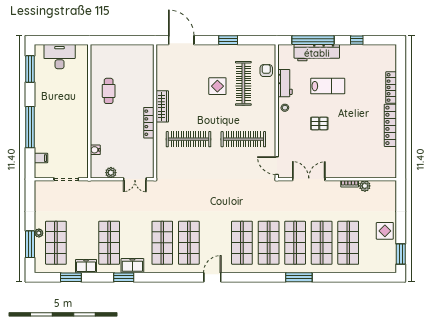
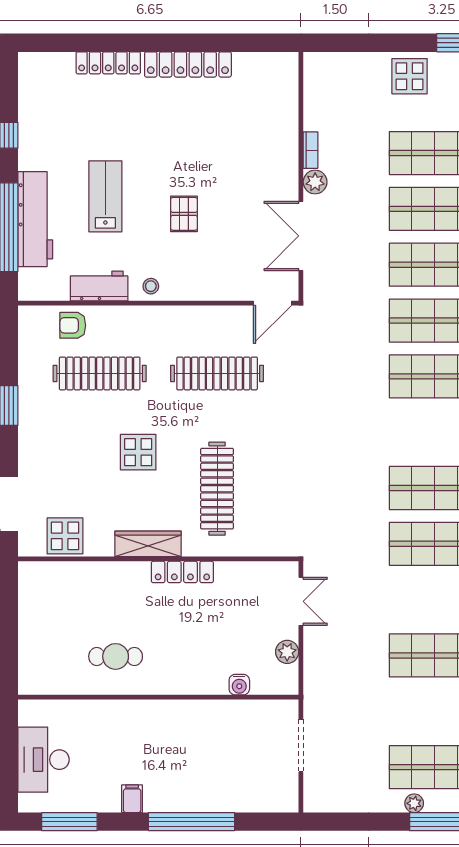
display table: (166, 67) -> (65, 536), added
display table: (217, 86) -> (138, 452), moved
clothes rail: (243, 139) -> (217, 373), turned 90
filing cabinet: (41, 158) -> (132, 799), moved
plant: (365, 186) -> (315, 182), moved

